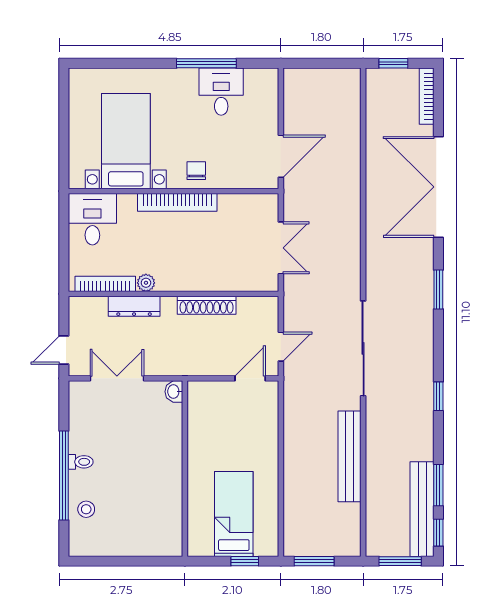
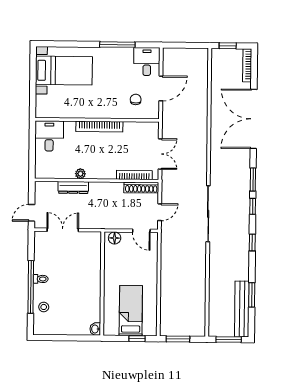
desk: (221, 92) -> (147, 62), moved
bed with nightstands: (126, 141) -> (64, 71), moved, turned 90
door: (281, 156) -> (161, 88), moved
chair: (196, 171) -> (136, 99), moved
bookcase: (105, 284) -> (134, 175), moved
shoe rack: (207, 305) -> (141, 188), moved
door: (250, 378) -> (141, 231), swing flipped
floor lamp: (205, 391) -> (115, 238), added
washbasin: (174, 392) -> (95, 329), moved
bench: (349, 456) -> (199, 277), removed
window: (438, 533) -> (253, 206), moved

